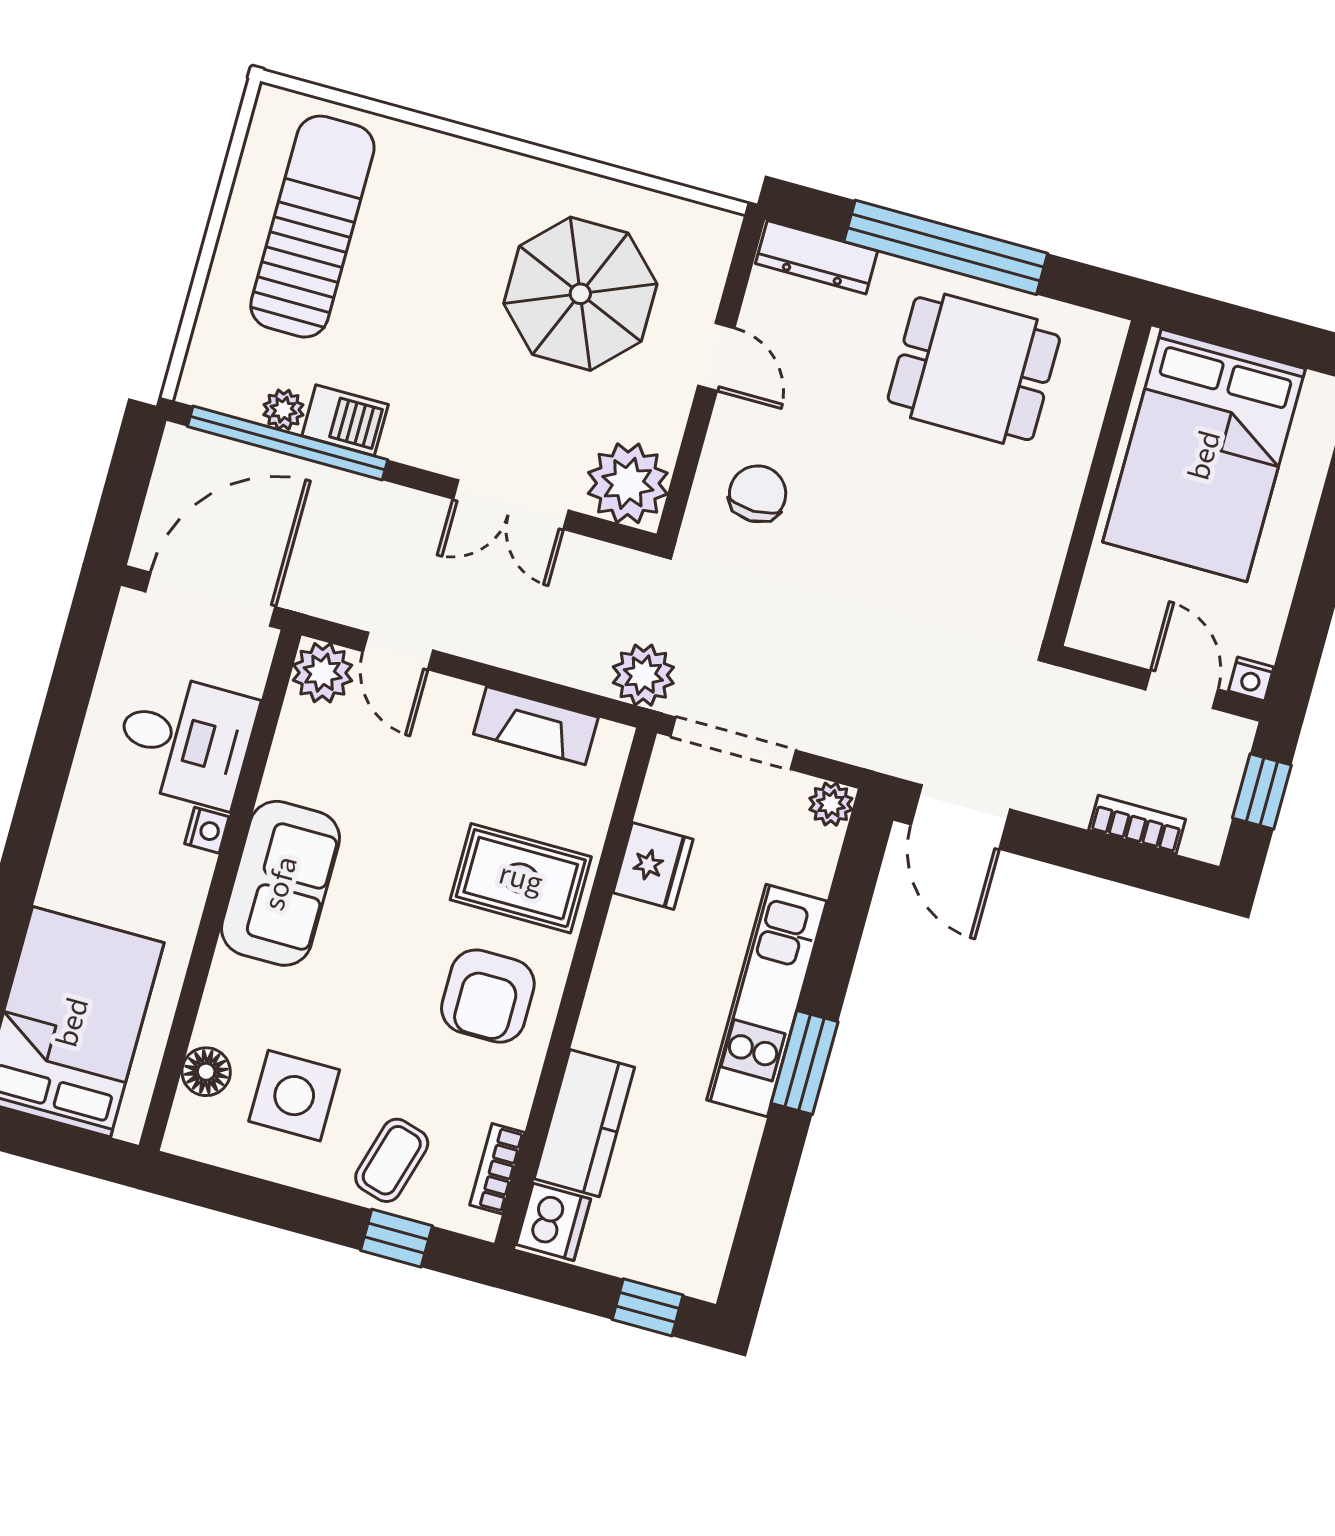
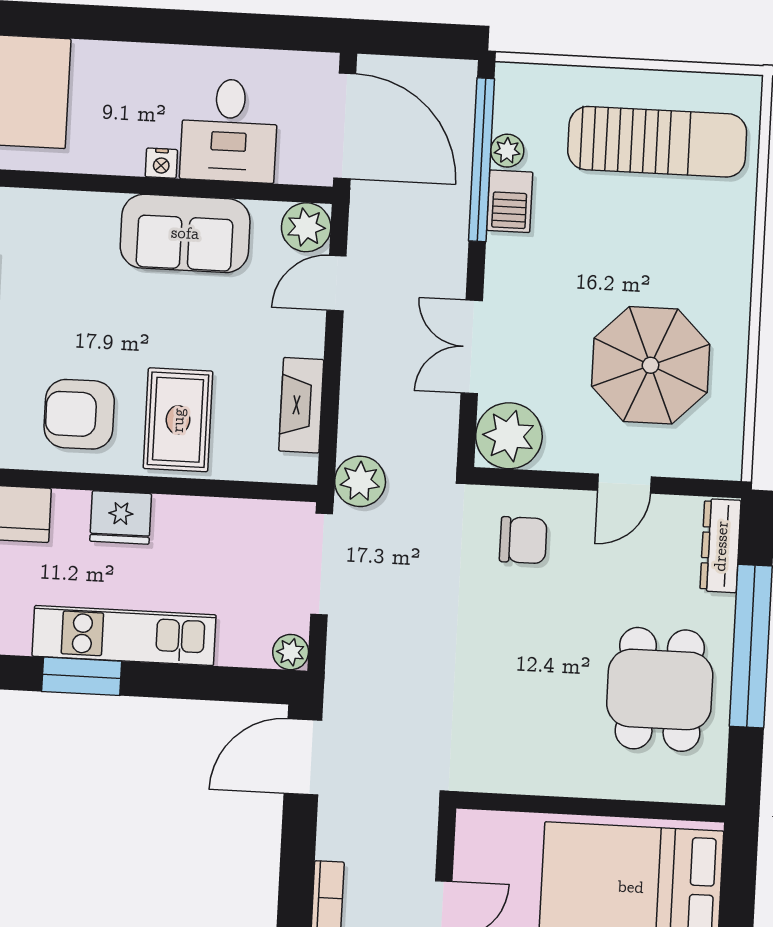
fridge: (653, 866) -> (121, 517), moved
sofa: (280, 883) -> (185, 233), moved

